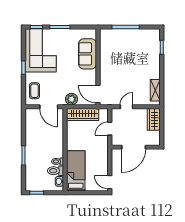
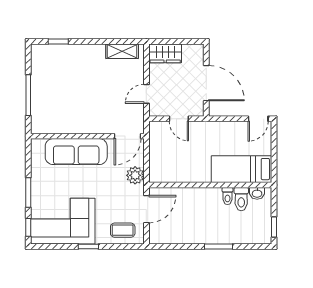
sofa: (88, 54) -> (76, 152), width x1.36
door: (126, 107) -> (146, 94), hinge flipped
wardrobe: (83, 114) -> (158, 159), removed

